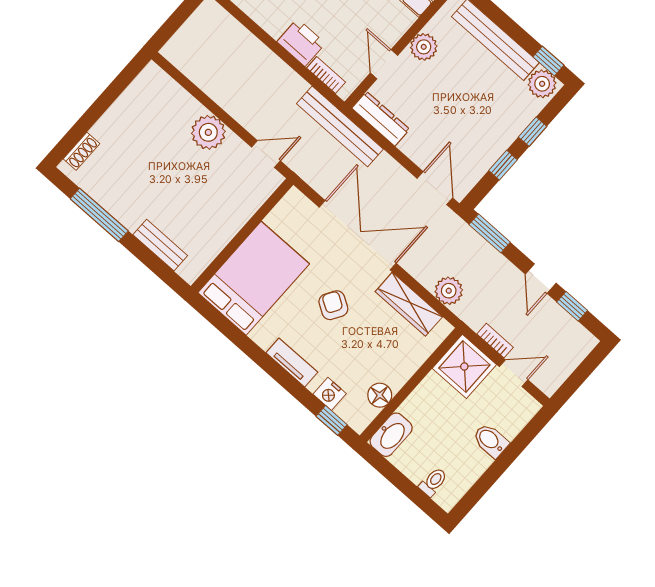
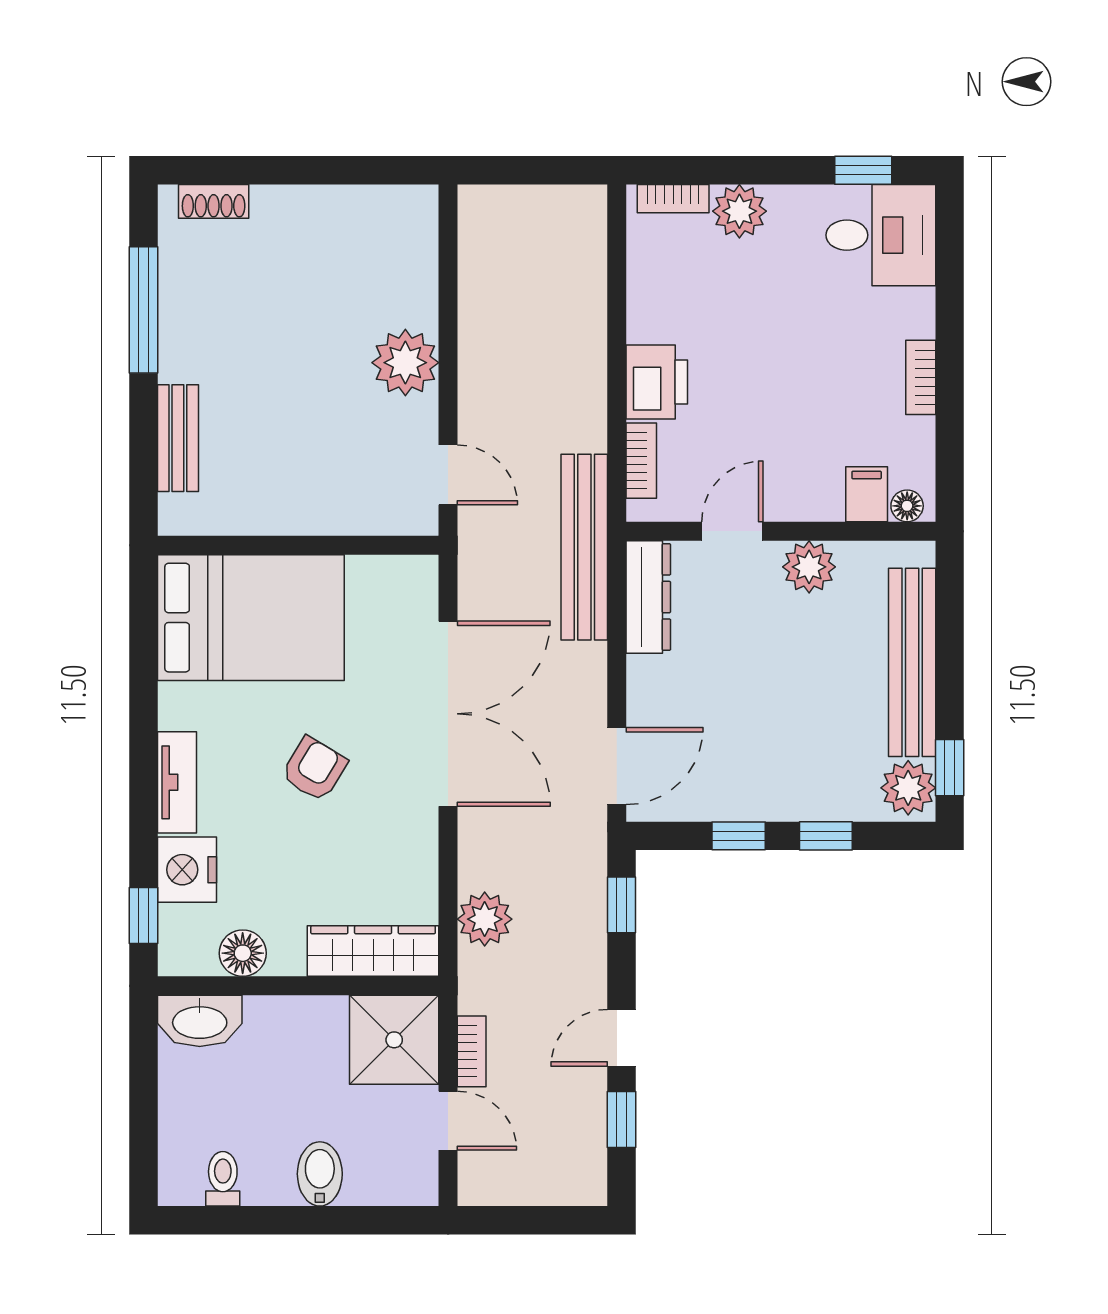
window: (490, 233) -> (622, 905), width x0.67
wardrobe: (409, 304) -> (373, 951), moved, turned 90
nightstand: (330, 394) -> (187, 870), width x1.36, depth x1.33
toilet: (433, 482) -> (223, 1179), moved, turned -90

